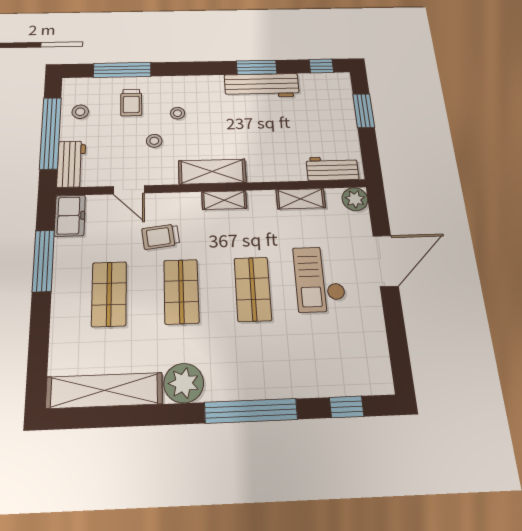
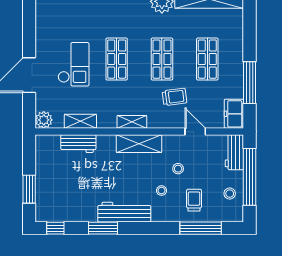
workbench: (262, 86) -> (124, 212), moved
workbench: (332, 168) -> (78, 144), moved

